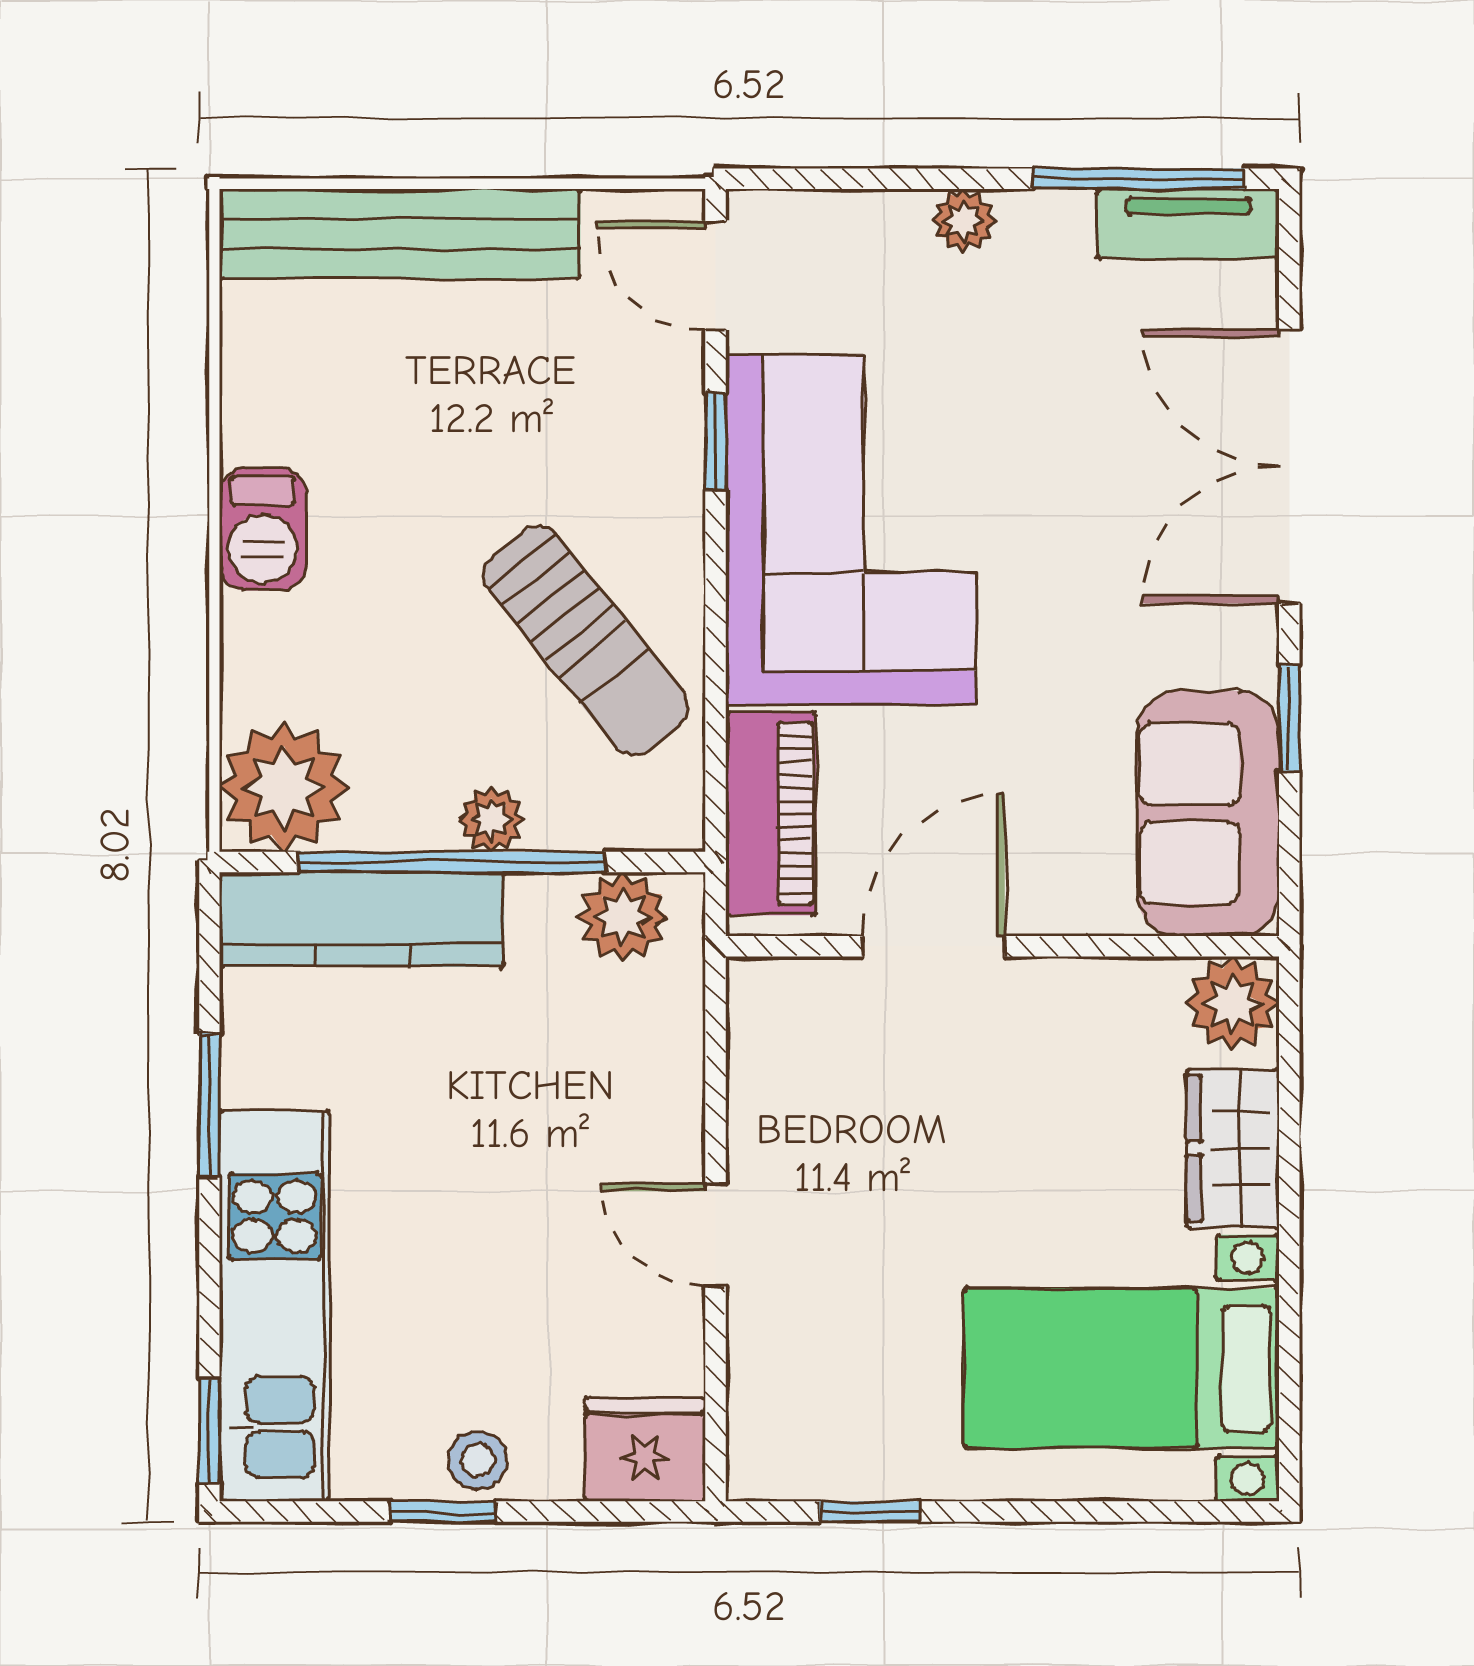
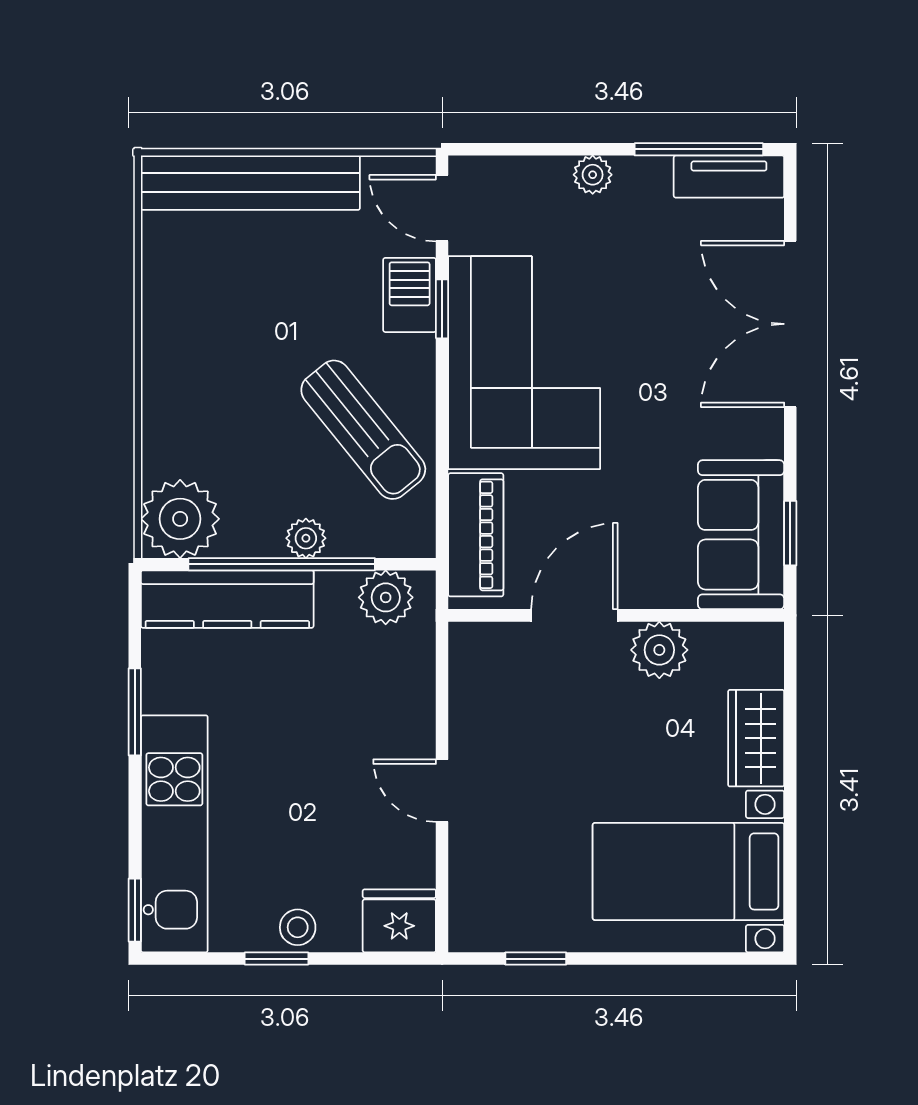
barbecue: (263, 529) -> (410, 295), moved, turned 180
window: (1289, 718) -> (790, 533), moved
plant: (1232, 1003) -> (659, 650), moved

